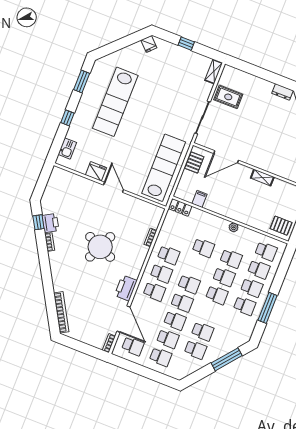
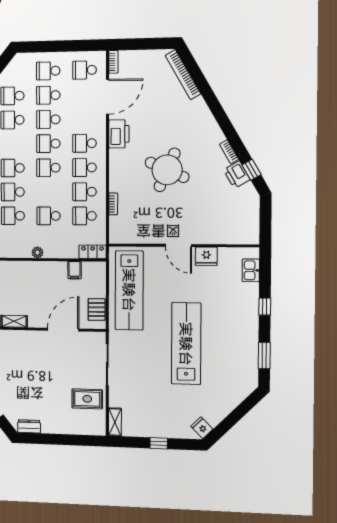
lab bench: (115, 102) -> (186, 344), moved
plant: (234, 227) -> (37, 252), moved
school desk: (176, 237) -> (85, 216), added
door: (123, 319) -> (108, 97), swing flipped

